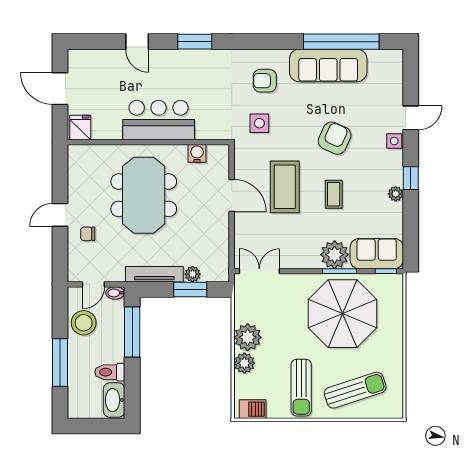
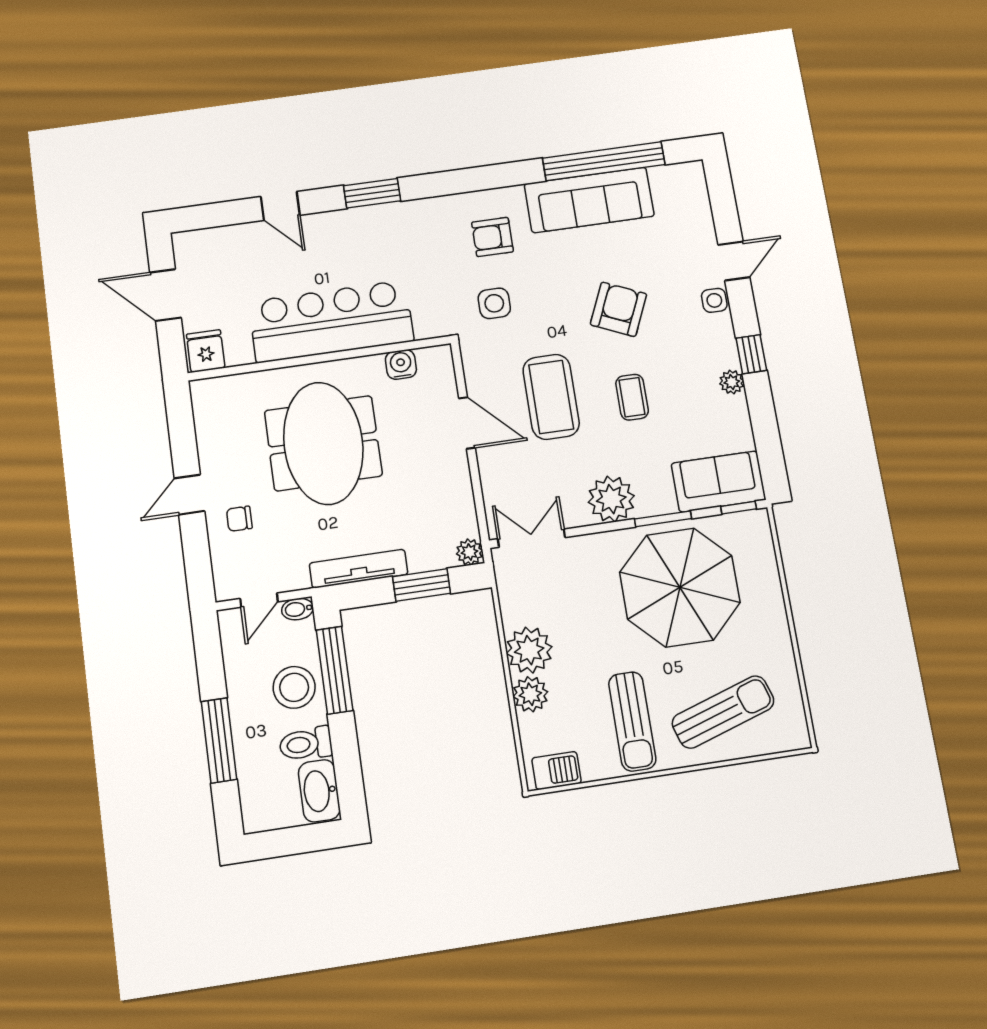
bar counter: (159, 120) -> (331, 321), width x1.36
plant: (335, 255) -> (611, 499), moved
plant: (193, 274) -> (470, 552), moved
stool: (84, 323) -> (294, 687), moved

